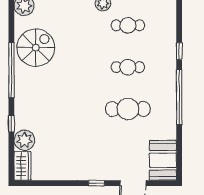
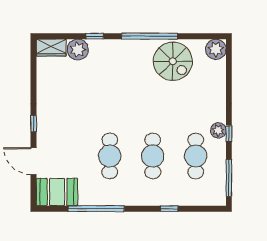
cafe table: (128, 25) -> (196, 156), width x1.37, depth x1.35
cafe table: (128, 67) -> (153, 156), width x1.37, depth x1.35
window: (179, 97) -> (96, 209), moved

